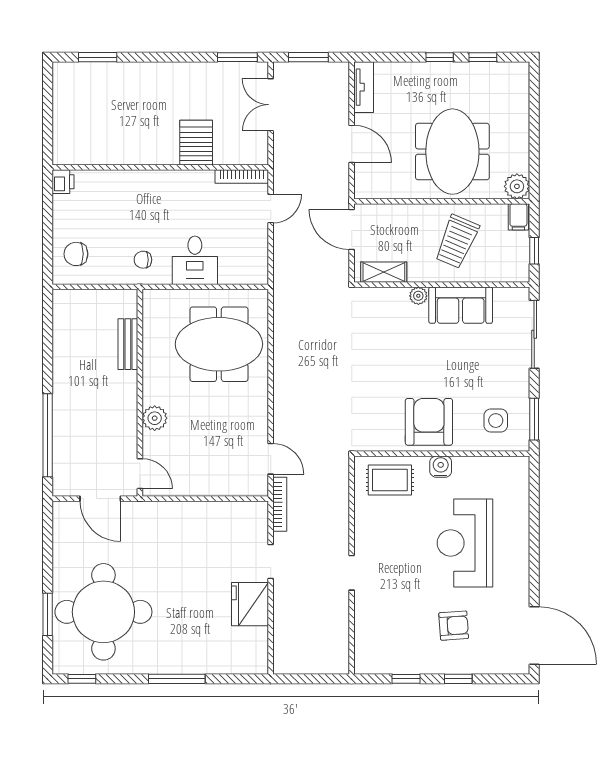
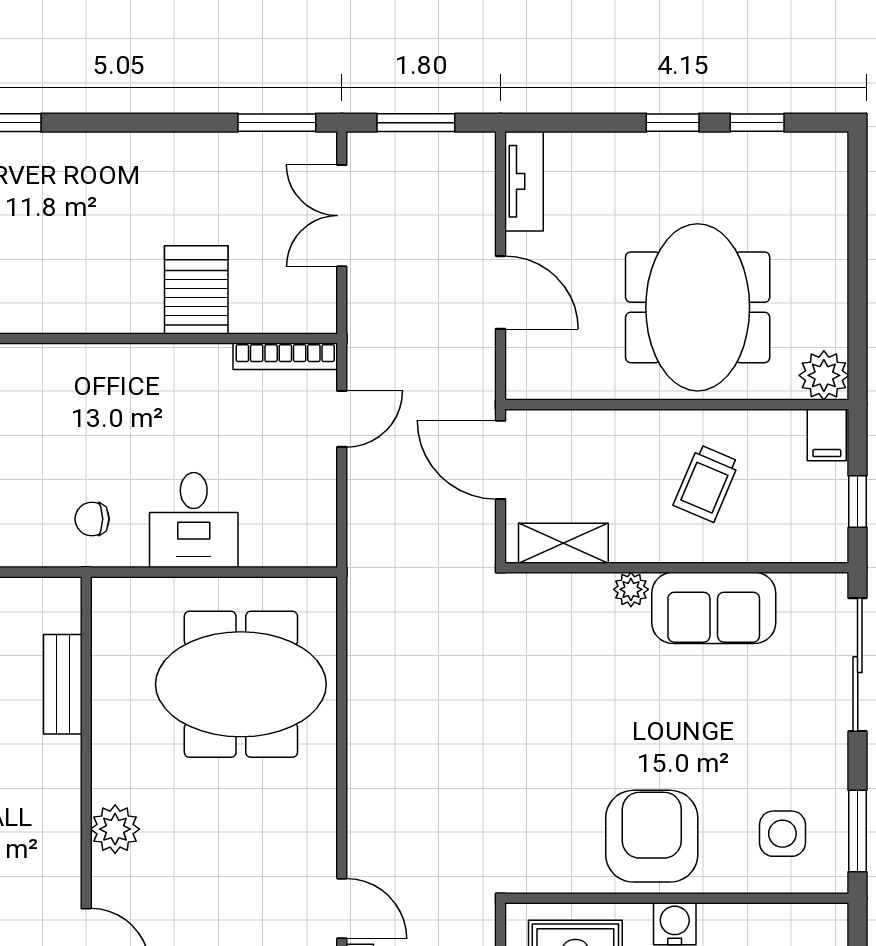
trolley: (457, 241) -> (706, 483), width x0.73, depth x0.72

